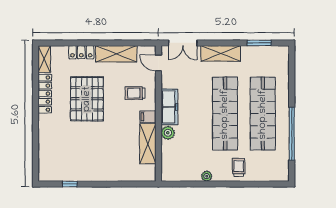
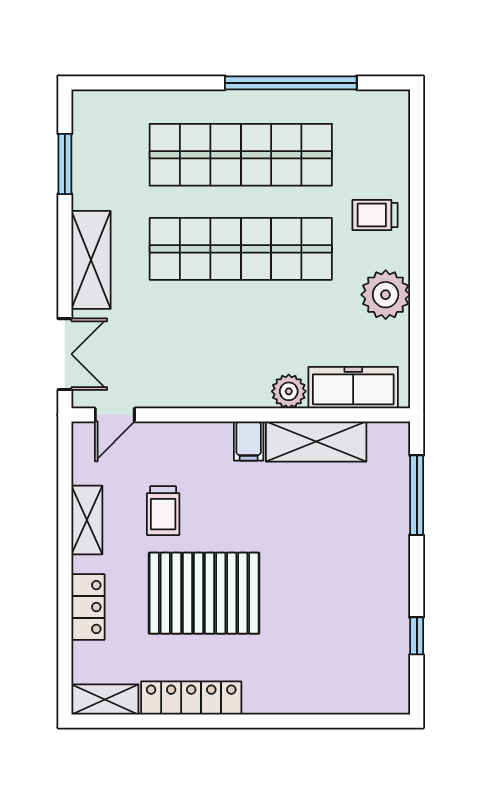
shelving: (116, 54) -> (87, 520), width x0.67, depth x0.75
trolley: (135, 93) -> (163, 511), moved
freezer: (169, 107) -> (353, 388), moved
plant: (207, 176) -> (386, 295), width x1.88, depth x1.88
window: (126, 184) -> (417, 495), added

